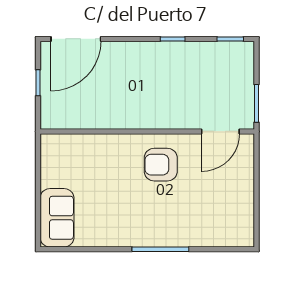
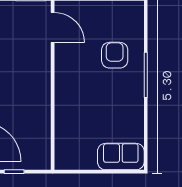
armchair: (161, 165) -> (115, 55), moved, turned 180

